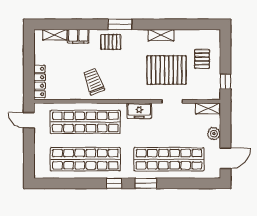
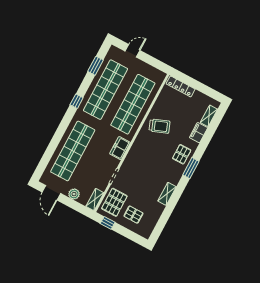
pallet: (167, 70) -> (114, 202), moved, width x0.73, depth x0.71
door: (29, 120) -> (132, 51), moved
window: (146, 183) -> (96, 66), moved

